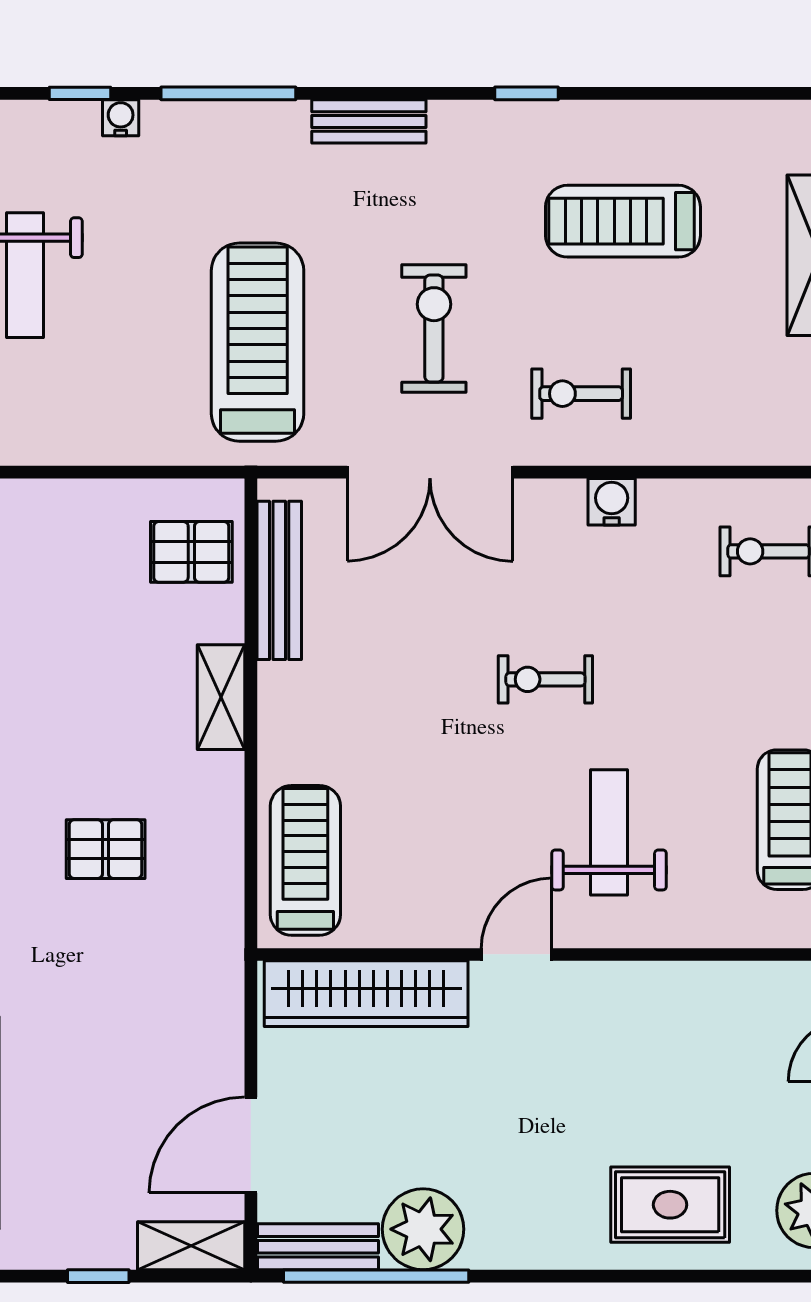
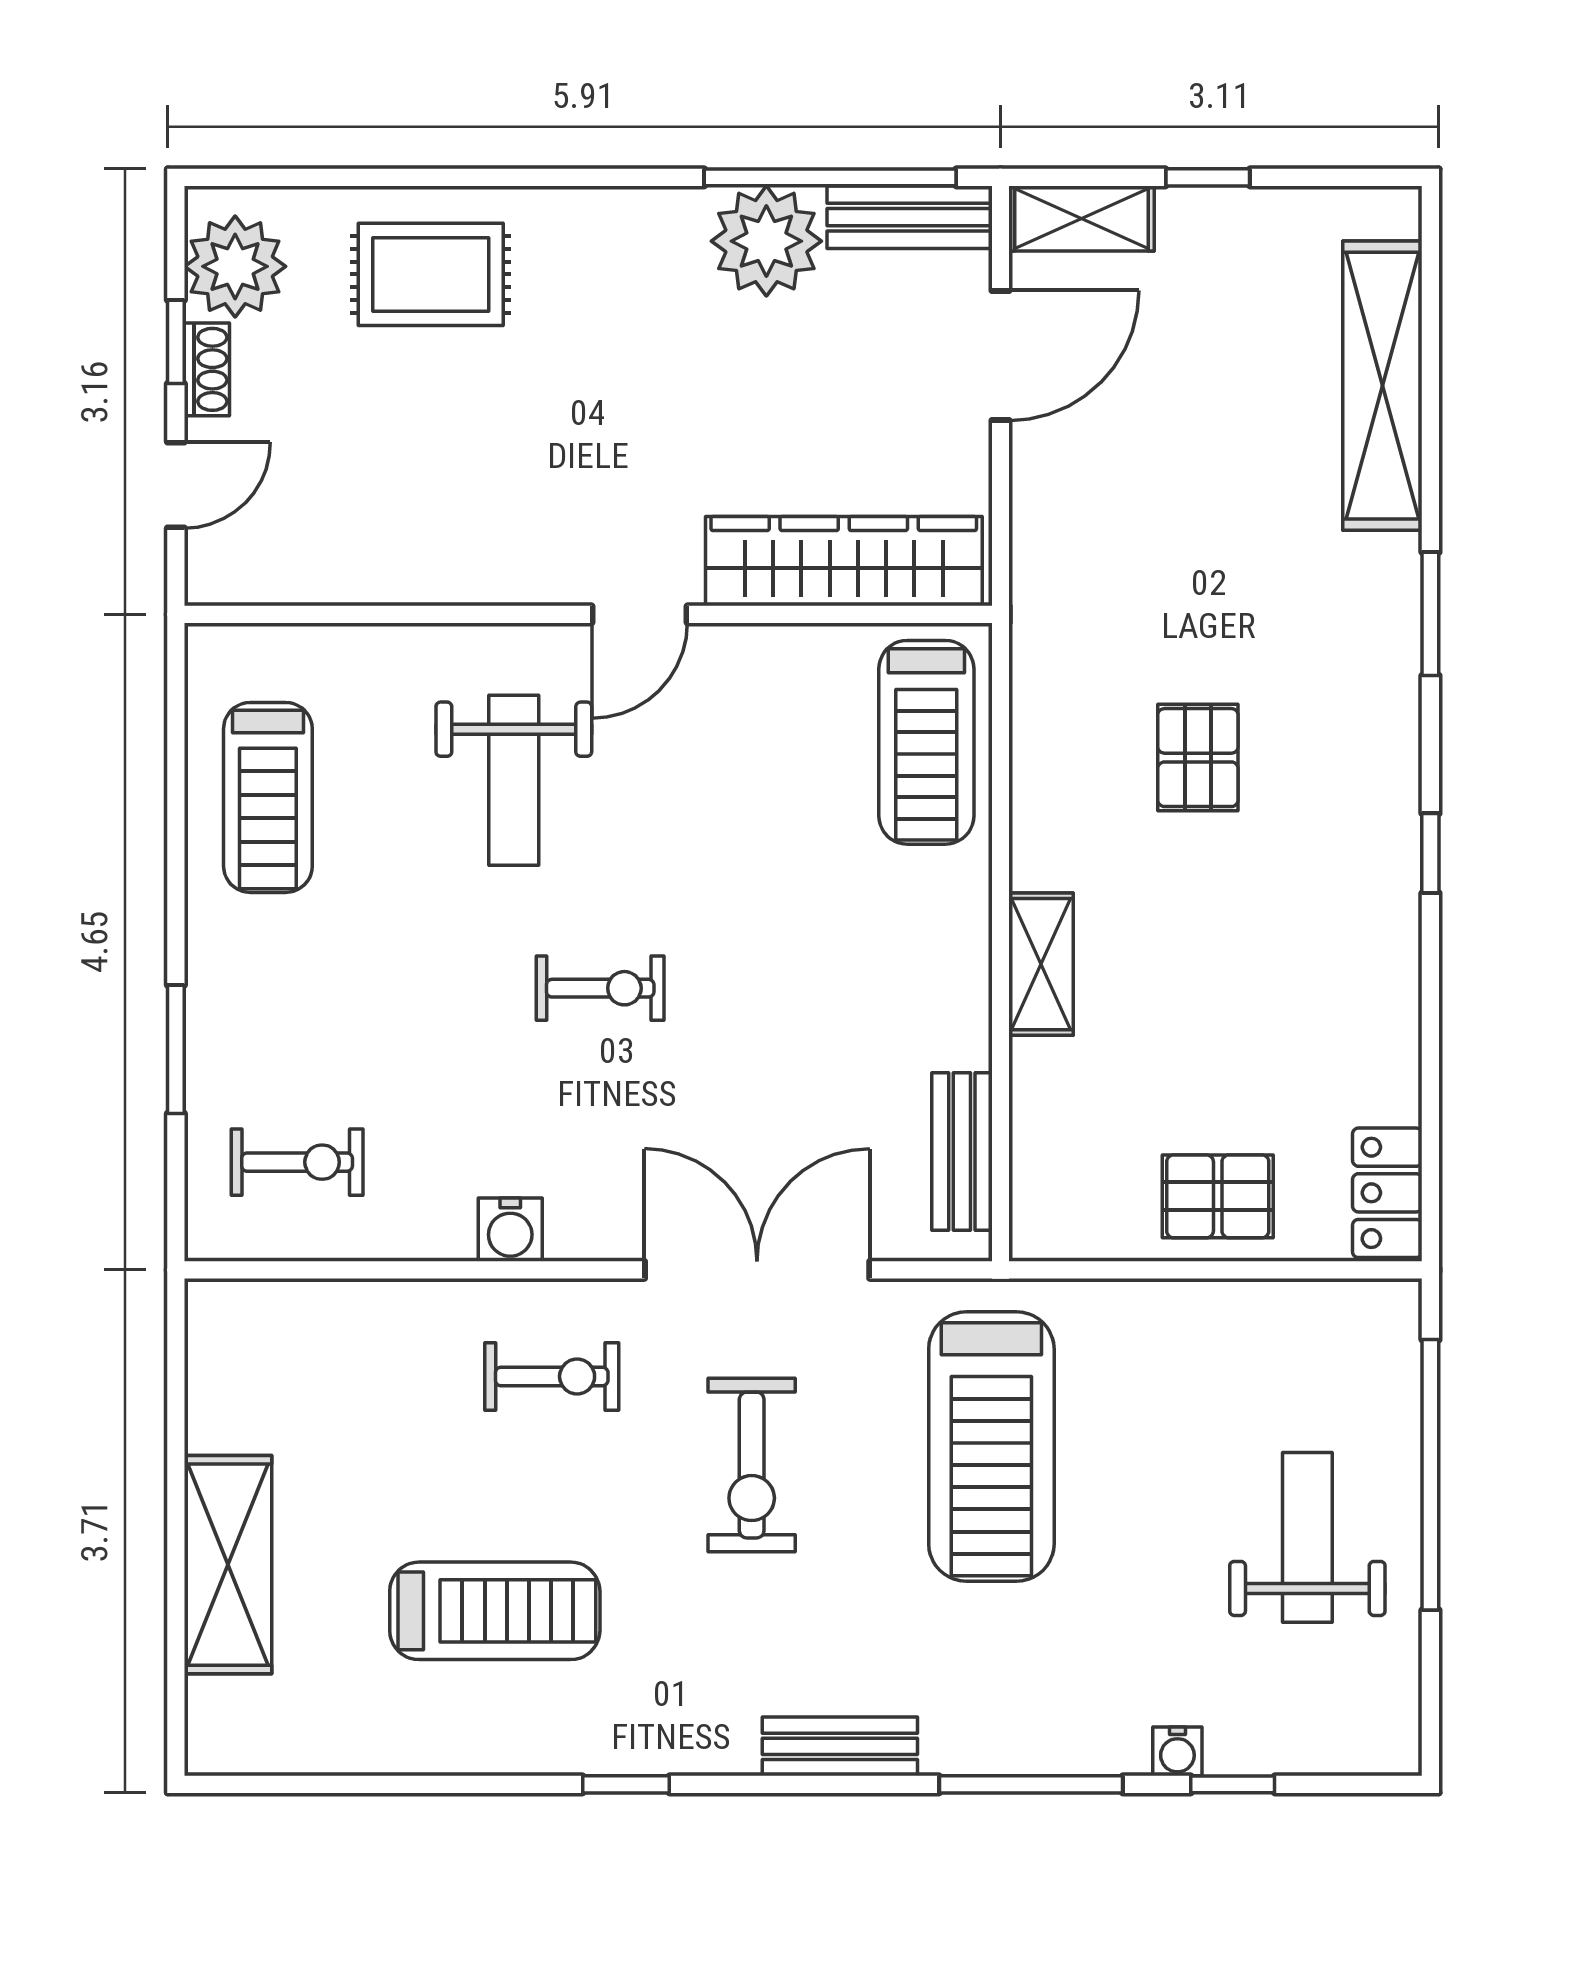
pallet: (191, 552) -> (1218, 1196), moved
bench: (279, 580) -> (962, 1151), width x0.73
pallet: (106, 849) -> (1198, 758), turned 90

